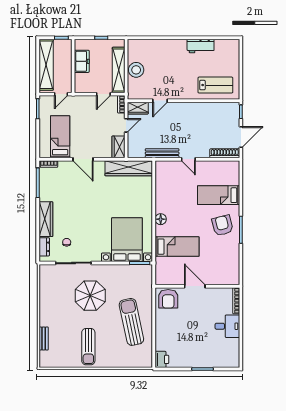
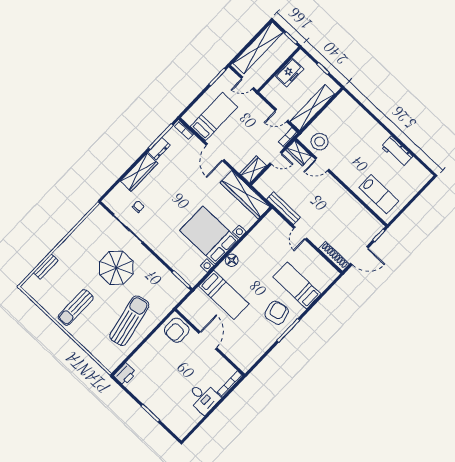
stool: (136, 70) -> (320, 142), moved
bed with nightstands: (127, 240) -> (209, 235), moved, turned -90
dresser: (44, 247) -> (159, 149), moved

